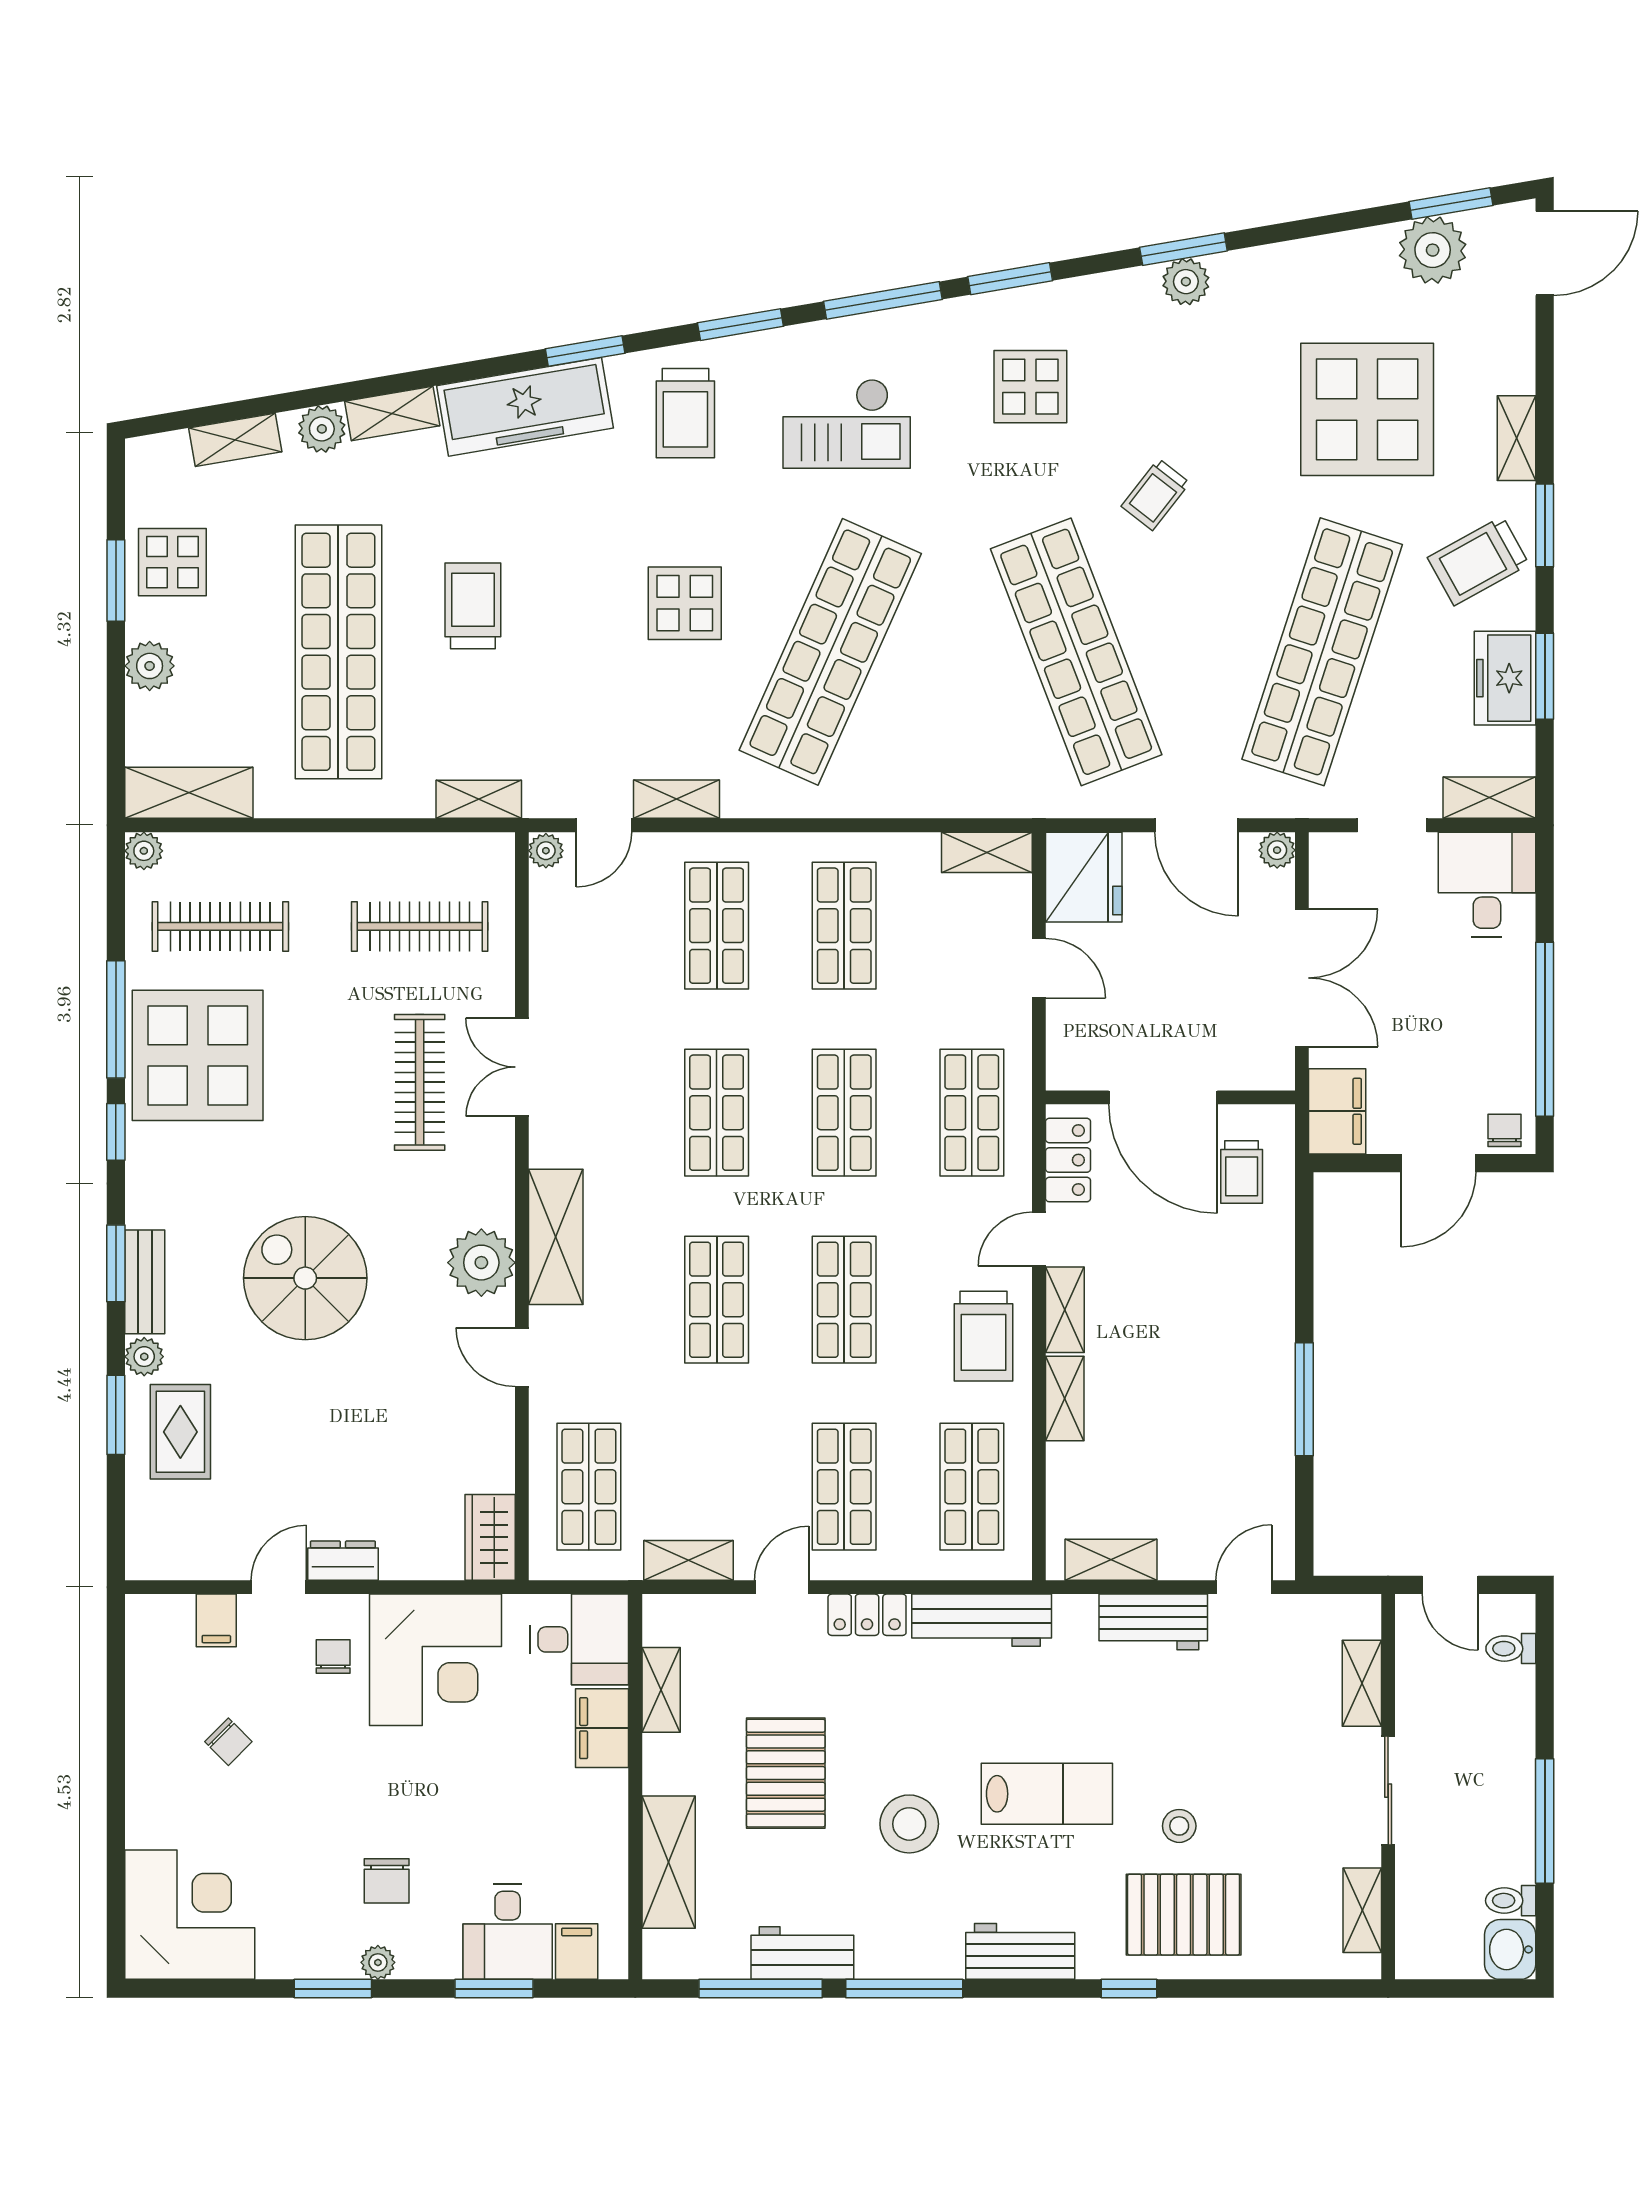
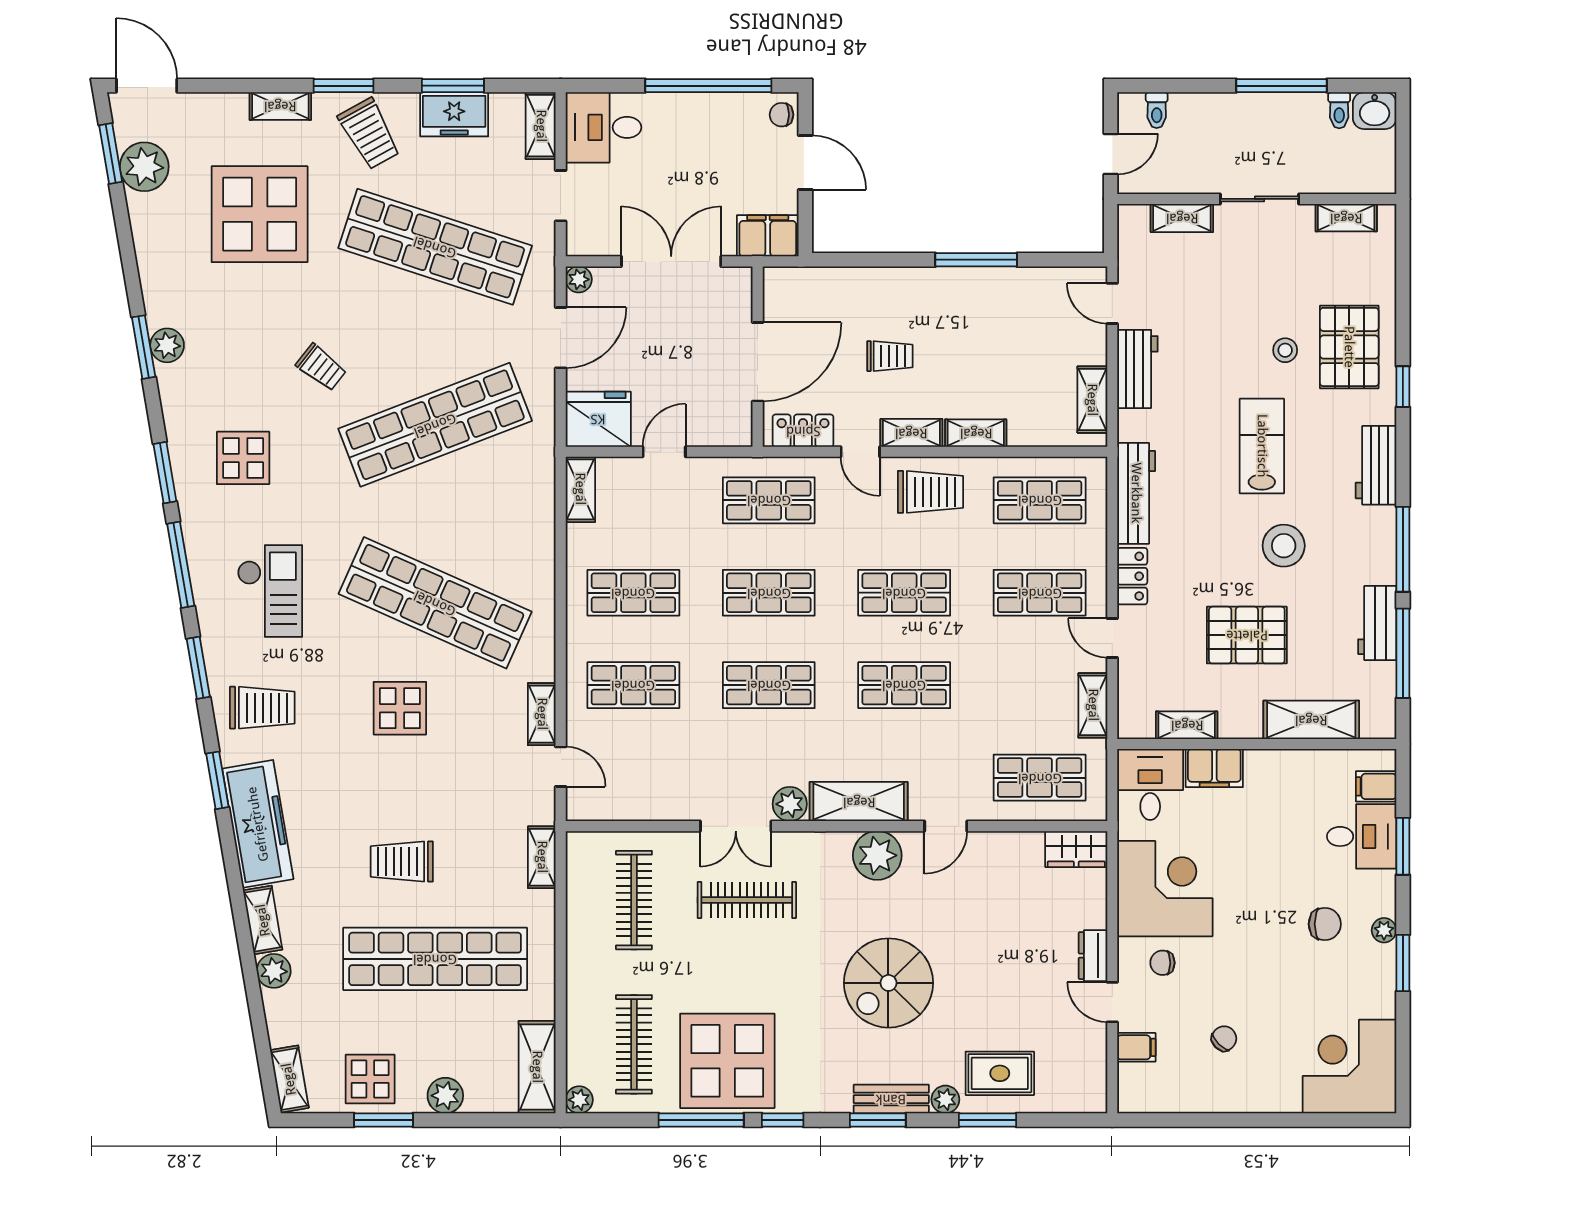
shelving: (235, 440) -> (289, 1079), moved
plant: (546, 851) -> (790, 804), moved, width x1.38, depth x1.38
trolley: (1242, 1172) -> (890, 356), moved

